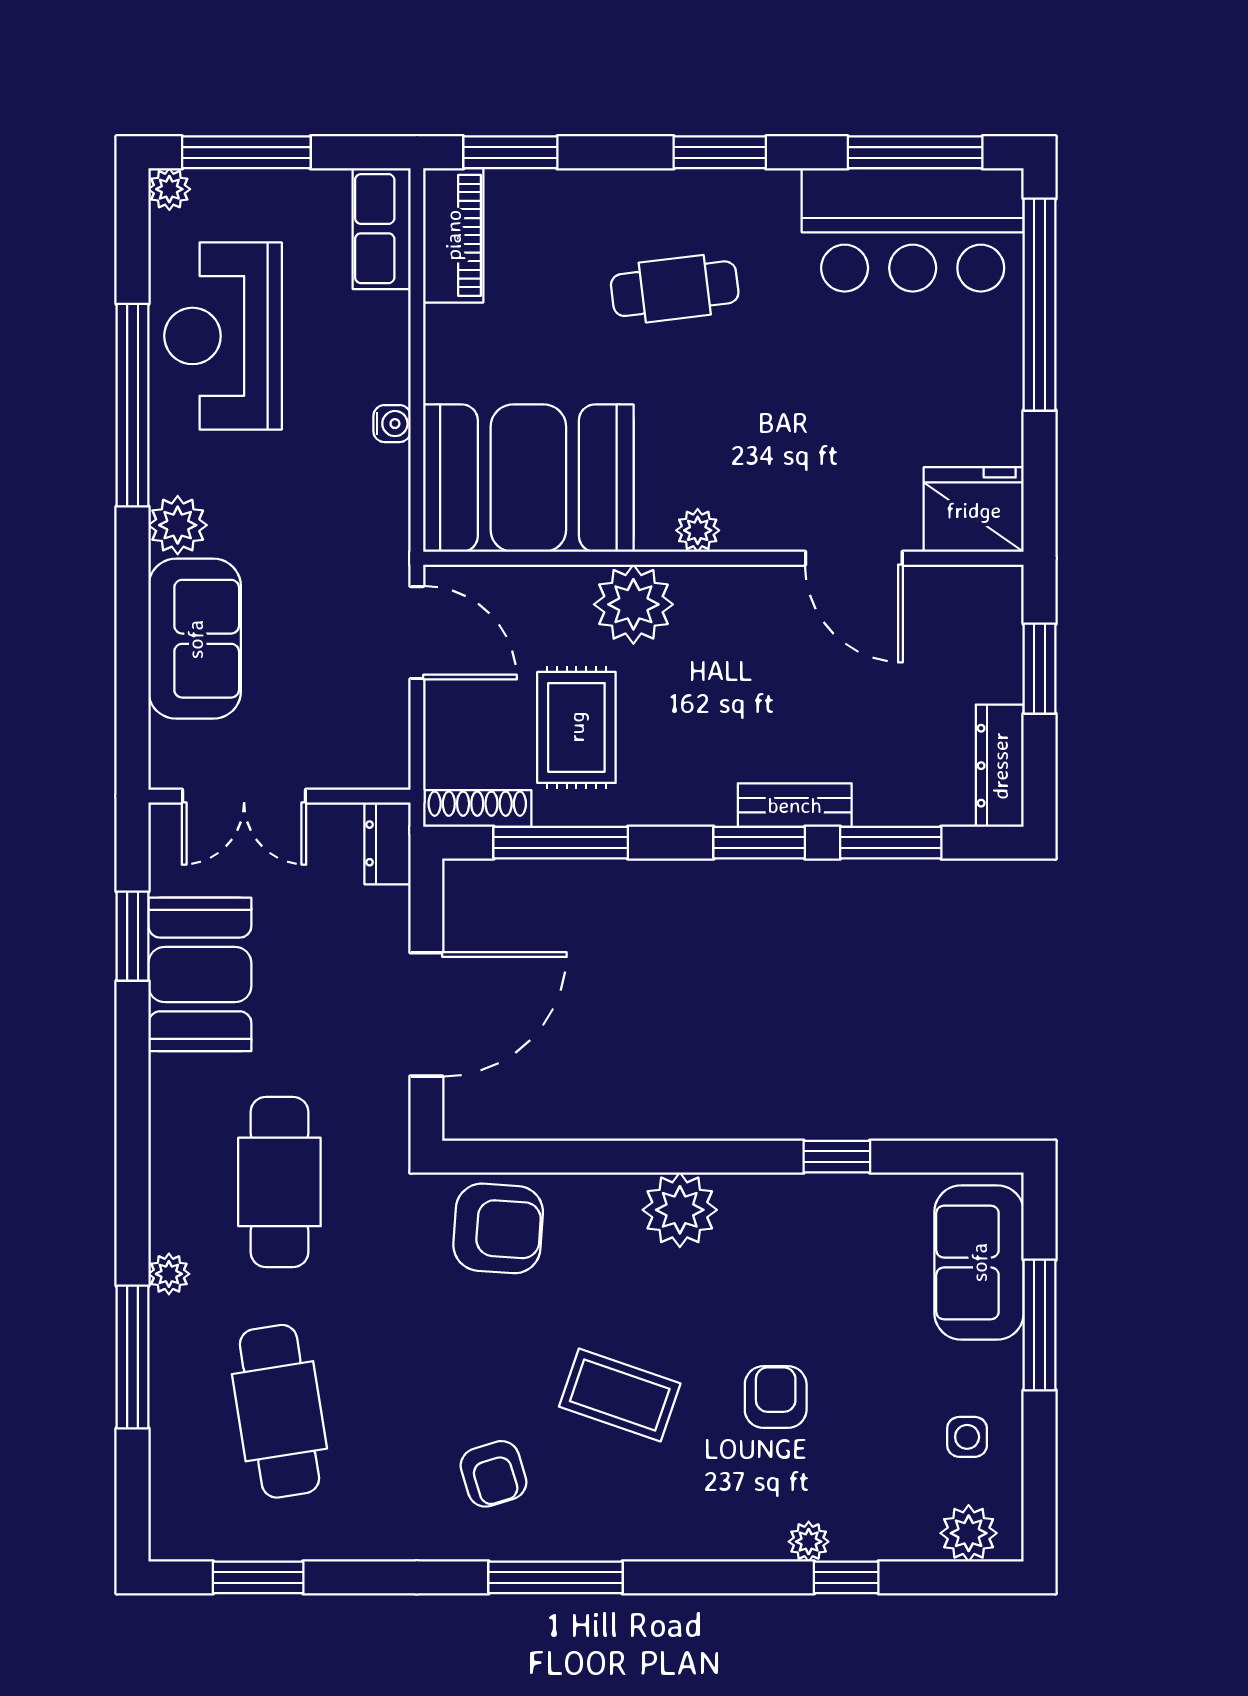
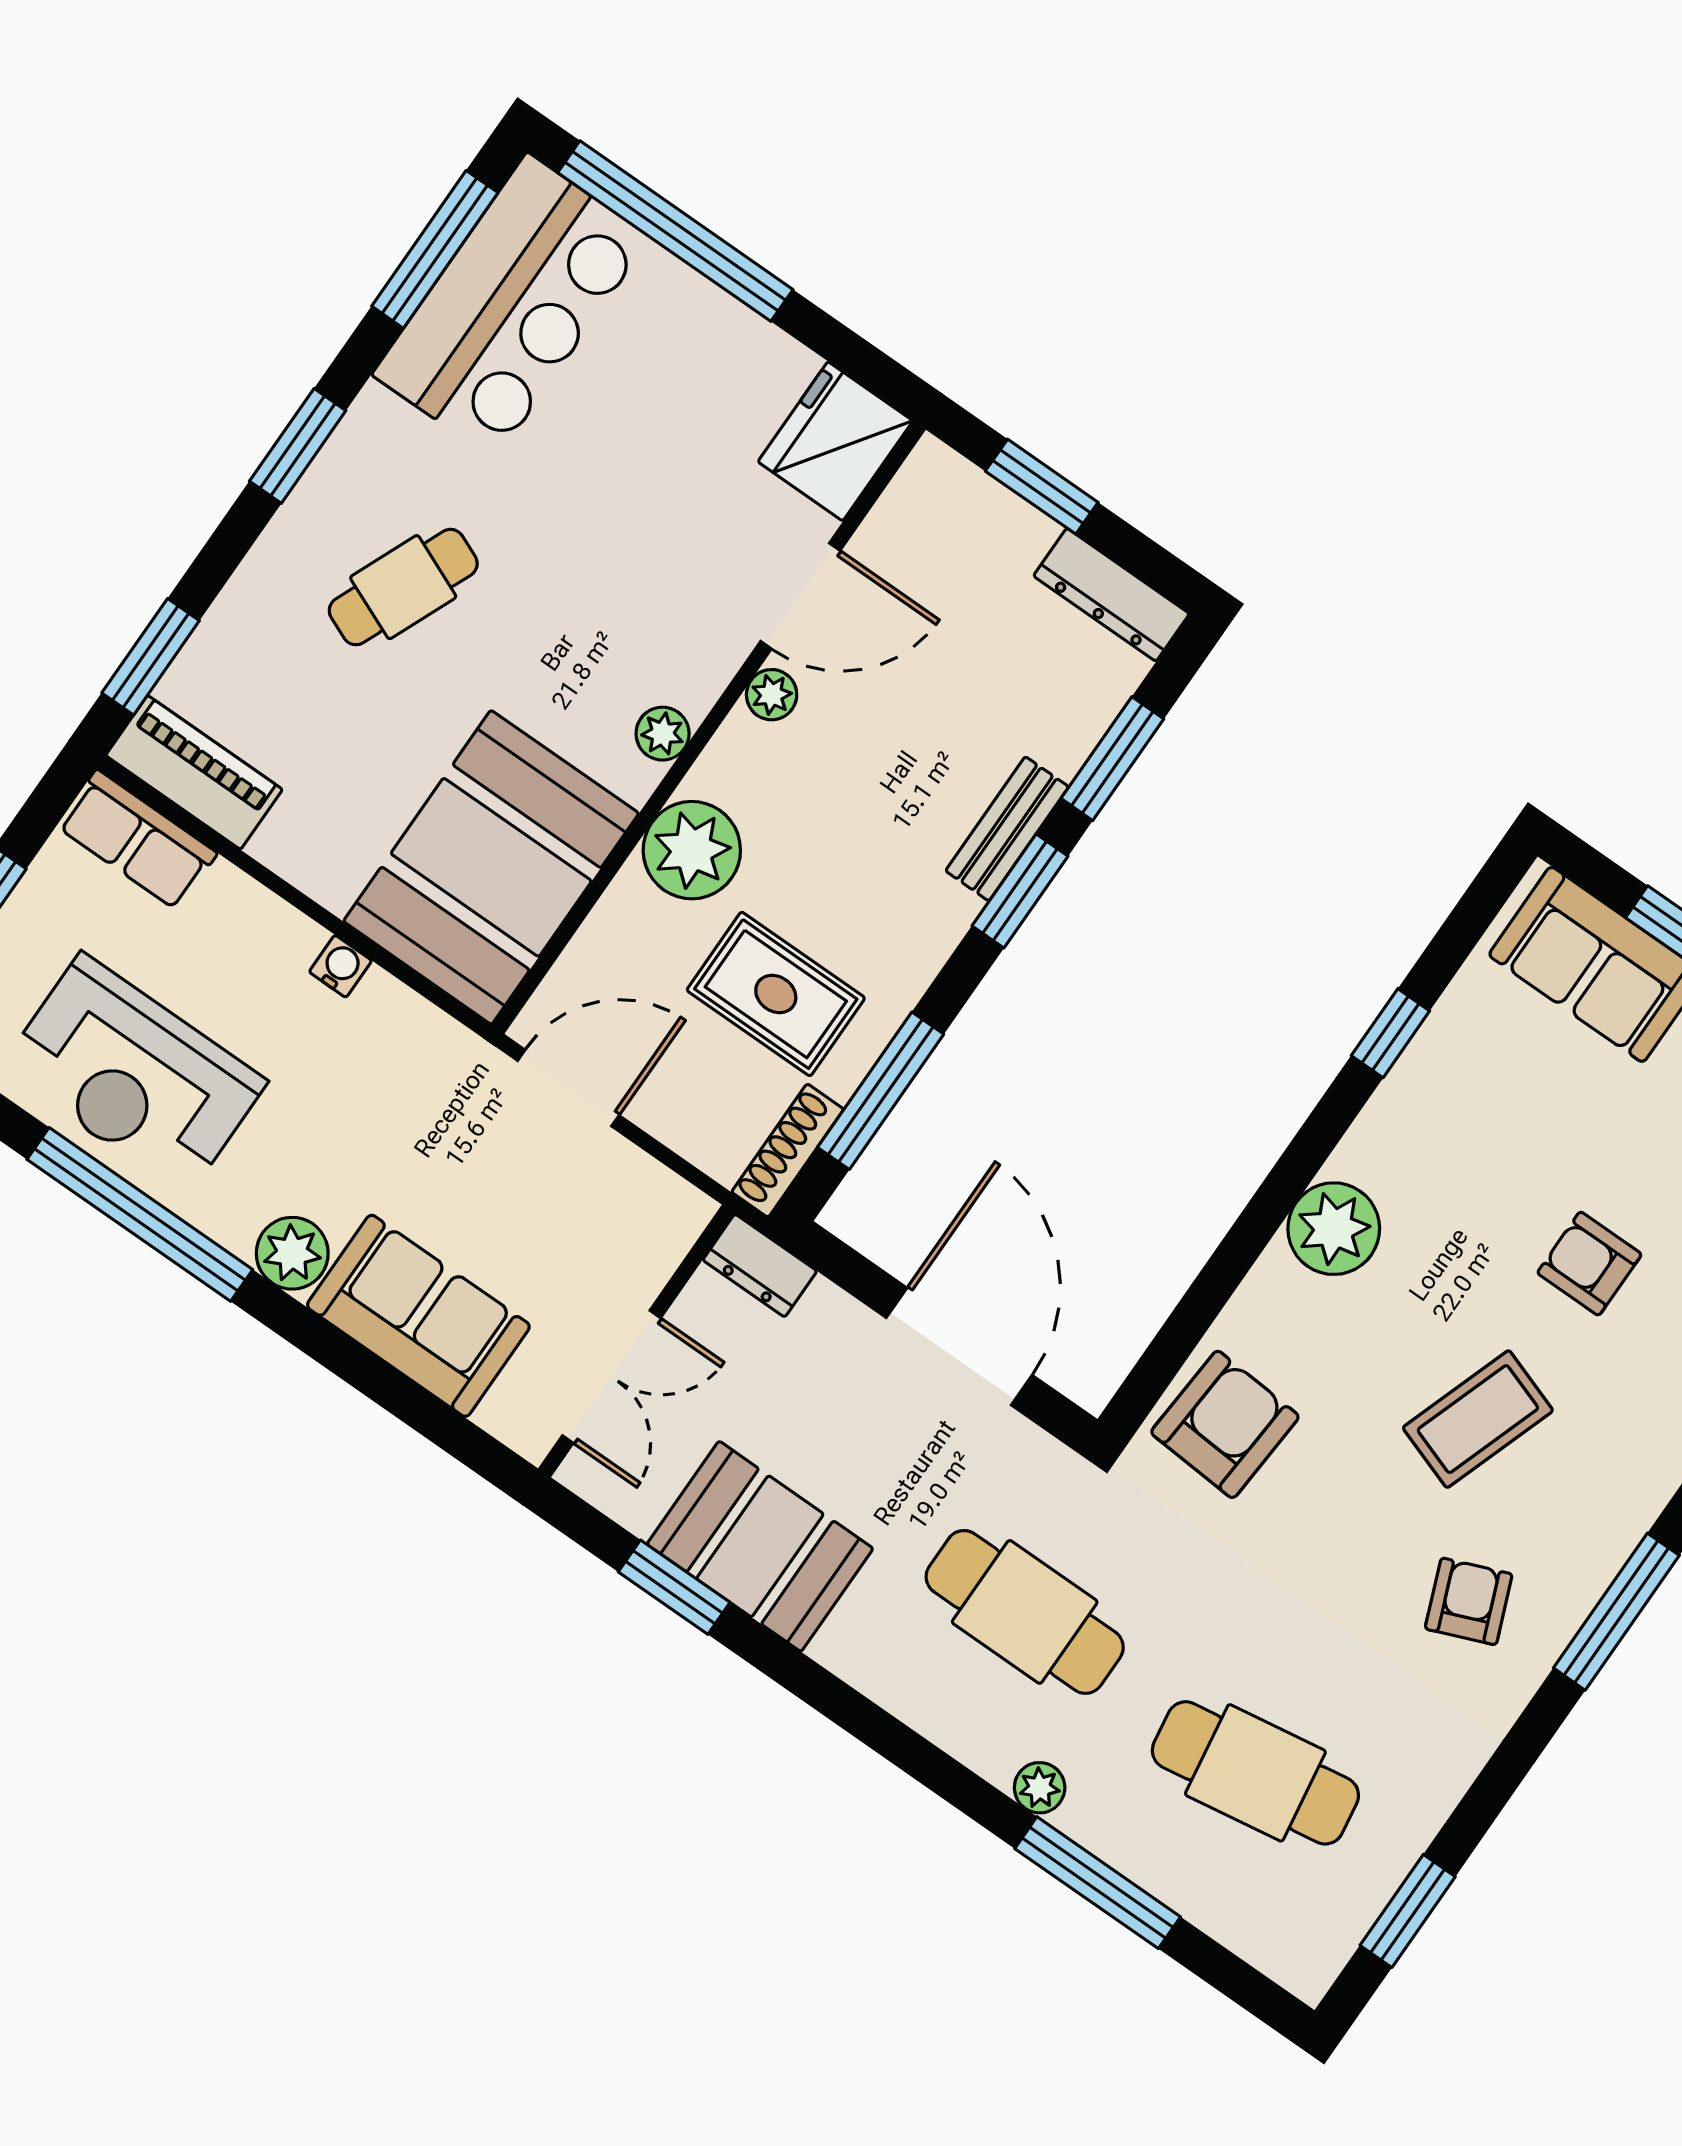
cafe table: (675, 289) -> (403, 587), turned 30
plant: (775, 585) -> (772, 695), added
armchair: (494, 1474) -> (1469, 1601), turned -95

